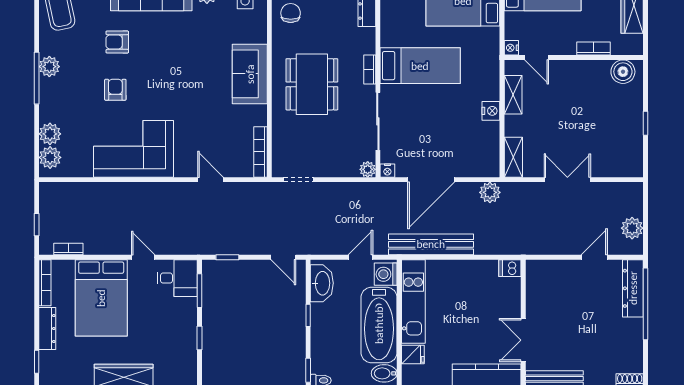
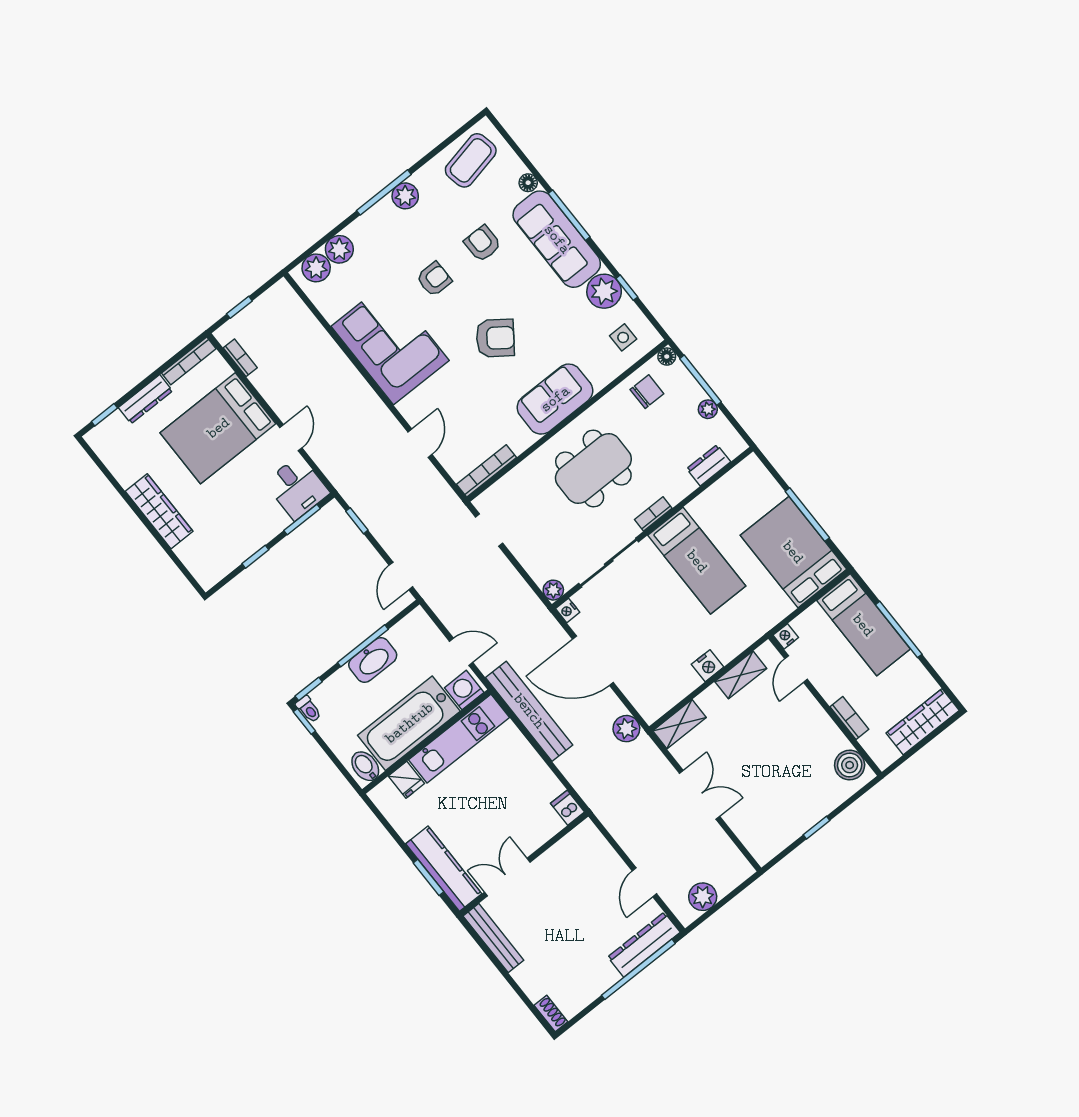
armchair: (182, 81) -> (495, 338), added
door: (594, 257) -> (644, 882), swing flipped
washbasin: (322, 283) -> (373, 660), moved
window: (308, 315) -> (363, 646), width x2.17

